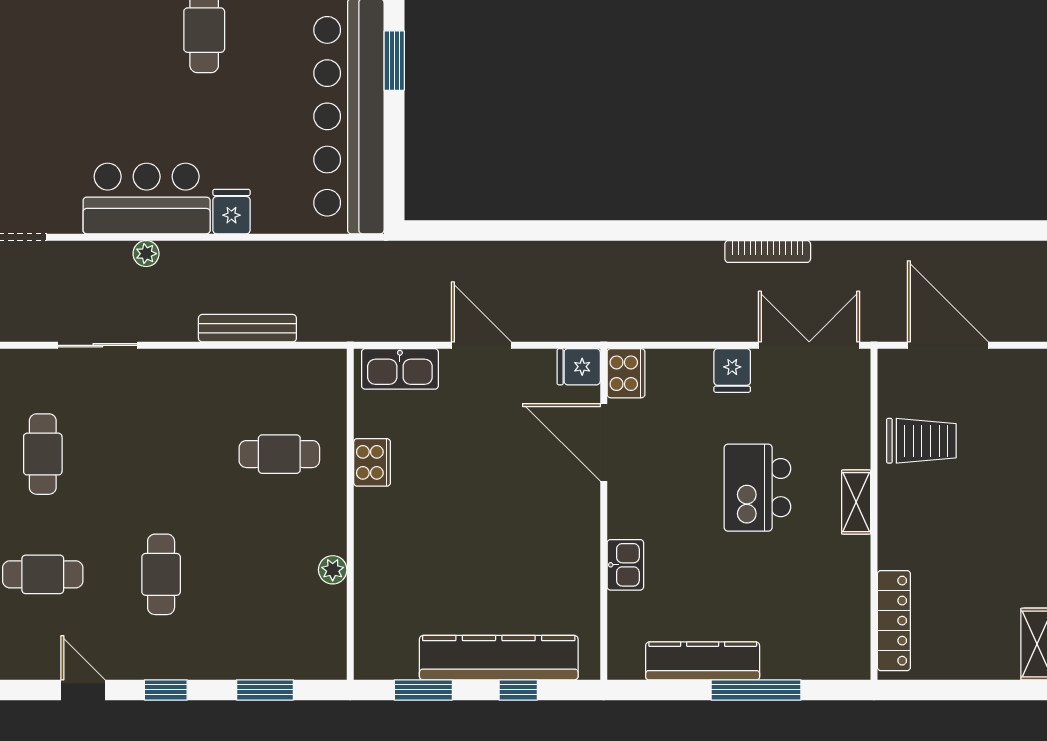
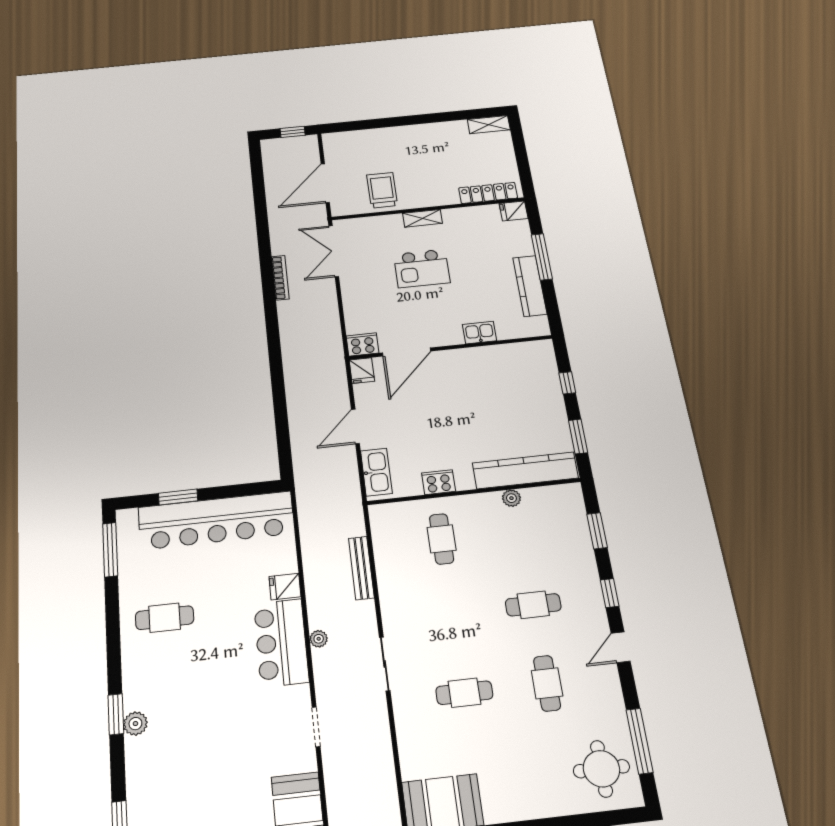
fridge: (732, 370) -> (514, 211), moved, turned 180
kitchen counter: (499, 658) -> (525, 470), moved, turned 90

